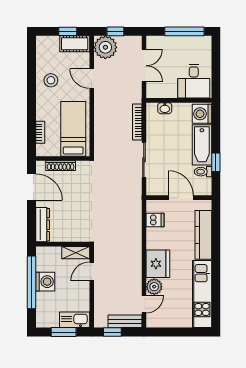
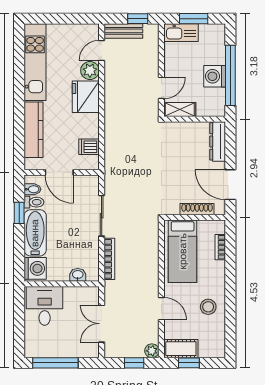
plant: (105, 47) -> (152, 351), width x0.53, depth x0.53
bidet: (204, 183) -> (32, 189), added

